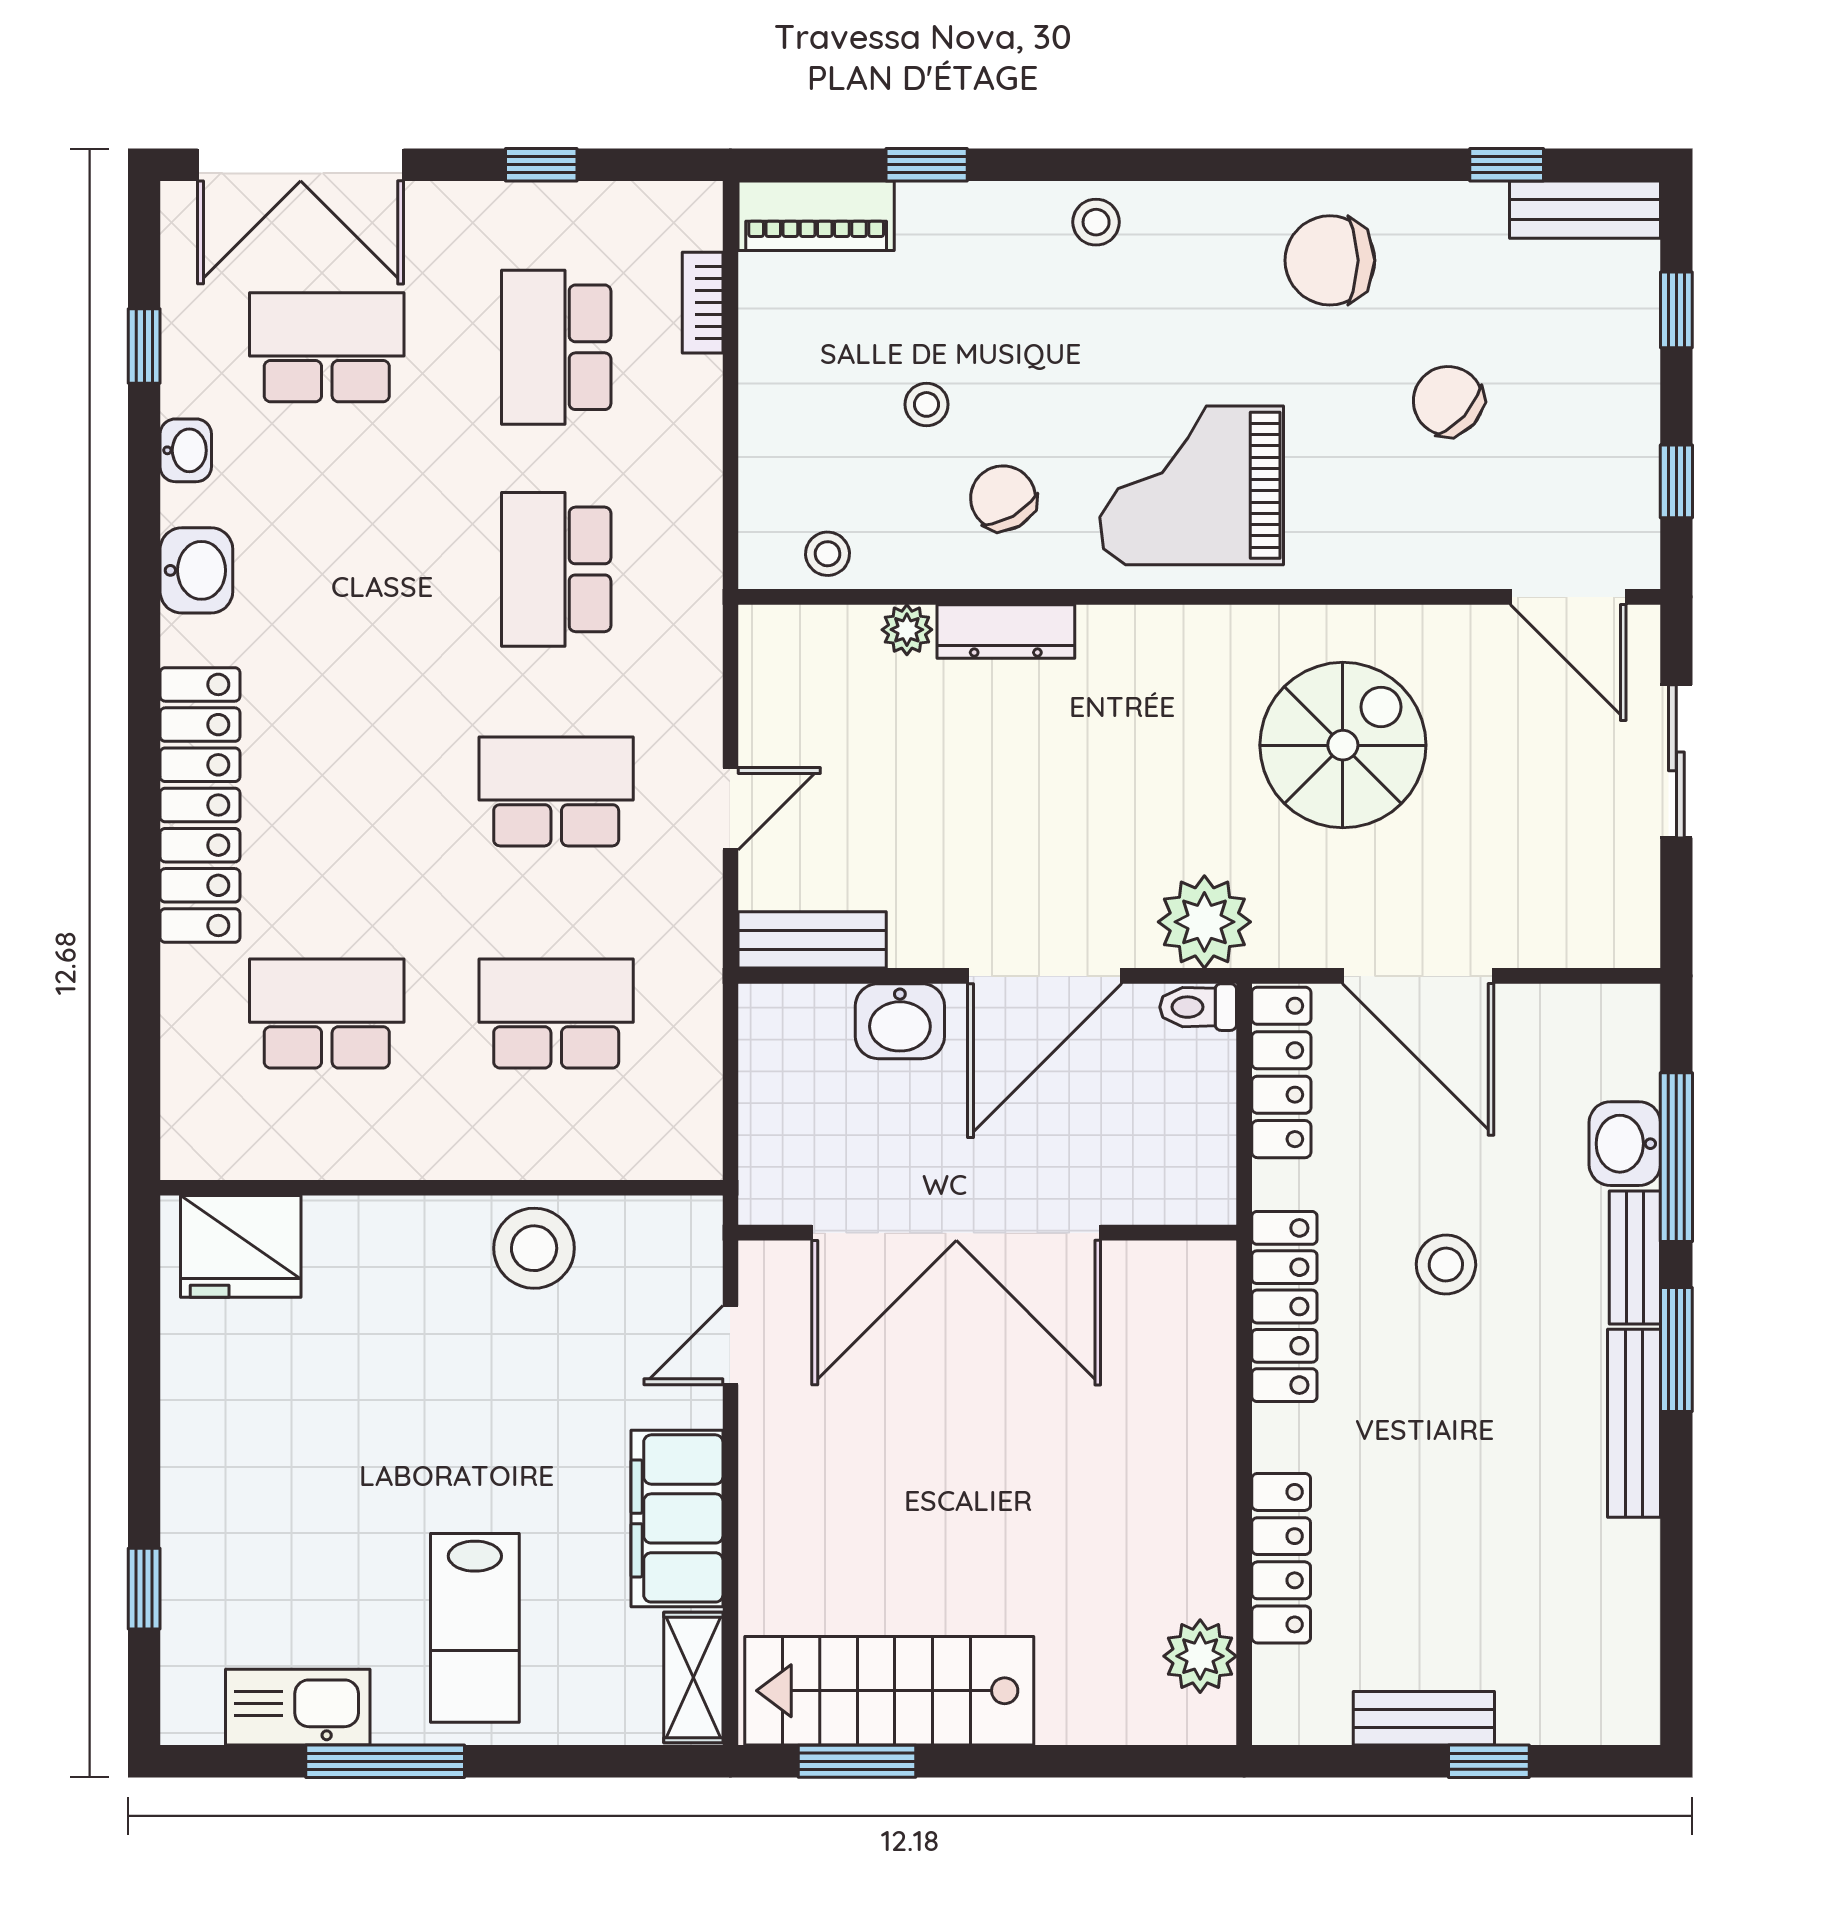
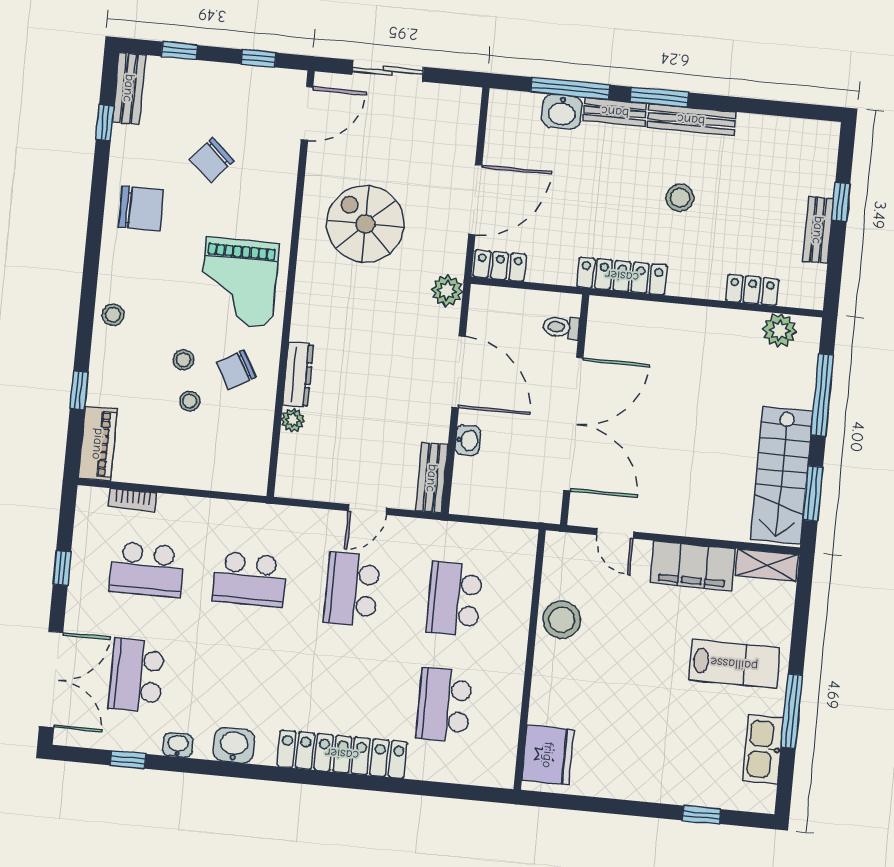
chair: (1330, 260) -> (141, 208), turned -90
stool: (828, 554) -> (183, 360), moved
door: (730, 809) -> (368, 509), swing flipped
plant: (1204, 922) -> (447, 291), width x0.73, depth x0.73
toilet: (1198, 1007) -> (561, 327), moved, turned 90
washbasin: (900, 1021) -> (468, 440), width x0.72, depth x0.69
locker: (1281, 1072) -> (500, 266), width x0.66
stool: (1446, 1265) -> (680, 198), moved
locker: (1281, 1558) -> (752, 290), width x0.66
window: (1070, 1761) -> (822, 395), added

